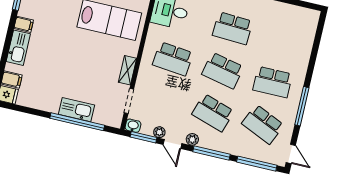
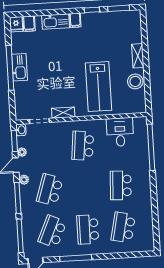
school desk: (223, 70) -> (123, 227), moved
kitchen sink: (76, 110) -> (20, 67), moved
window: (77, 122) -> (10, 68), moved

